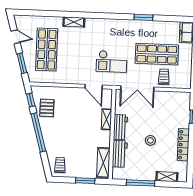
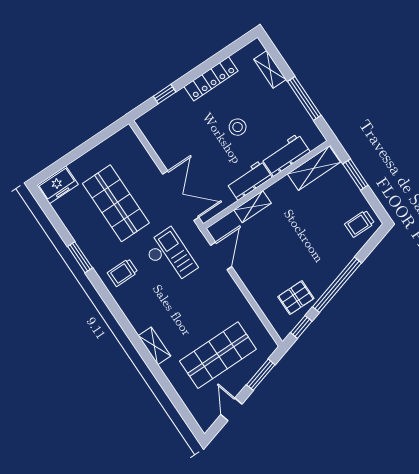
trolley: (164, 77) -> (123, 272), moved

